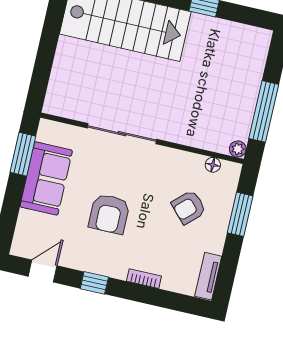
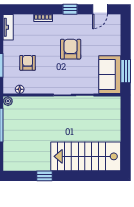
sofa: (46, 179) -> (110, 75), moved
armchair: (189, 207) -> (28, 63), turned -47

